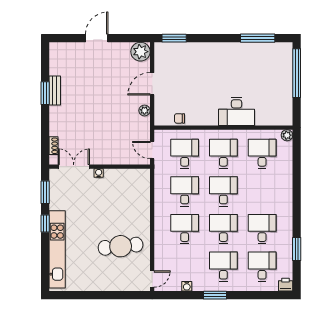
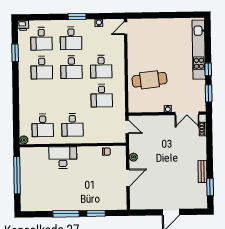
window: (174, 38) -> (96, 213), moved
window: (258, 38) -> (66, 214), moved
plant: (140, 52) -> (137, 202), removed
window: (297, 73) -> (17, 175), moved
window: (45, 93) -> (210, 187), moved
desk: (185, 154) -> (102, 124), removed
desk: (223, 191) -> (72, 96), removed
cafe table: (121, 246) -> (150, 80), moved

